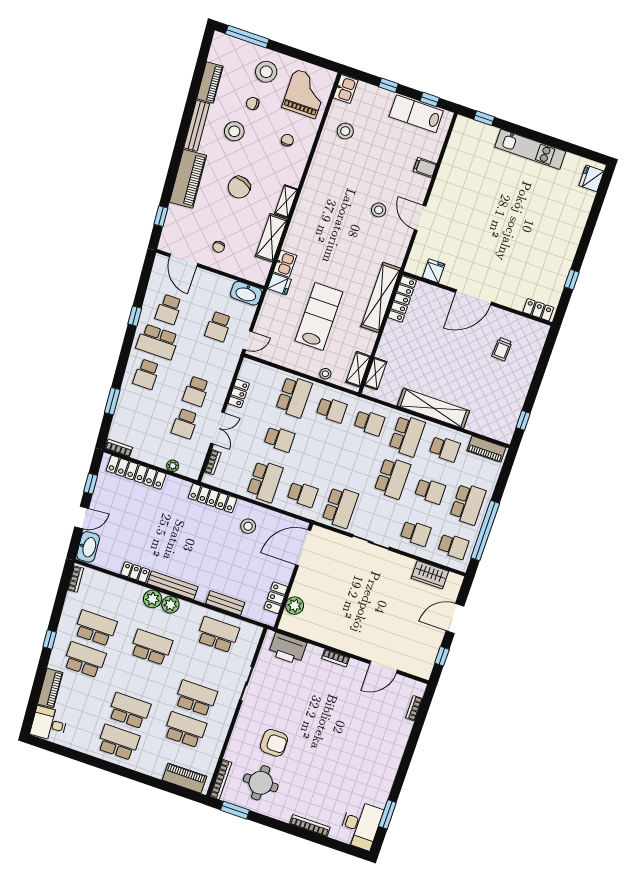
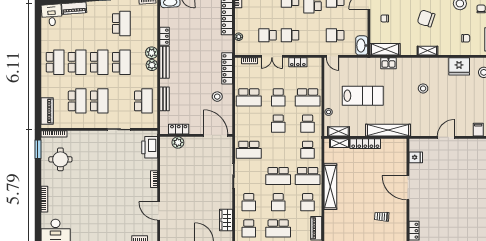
stool: (379, 210) -> (423, 88), moved
shelving: (271, 238) -> (385, 49), moved
fridge: (279, 284) -> (459, 66), moved, width x1.88, depth x1.34
locker: (402, 299) -> (365, 144), moved
school desk: (303, 494) -> (278, 124), moved
school desk: (85, 660) -> (99, 62), moved
armchair: (274, 743) -> (88, 159), removed

